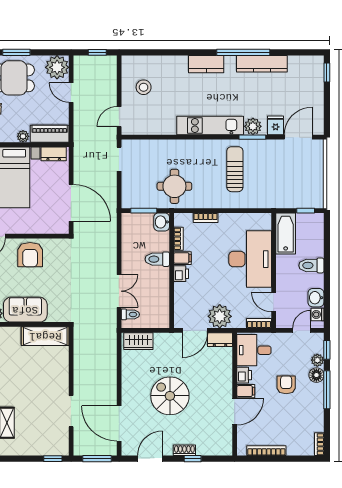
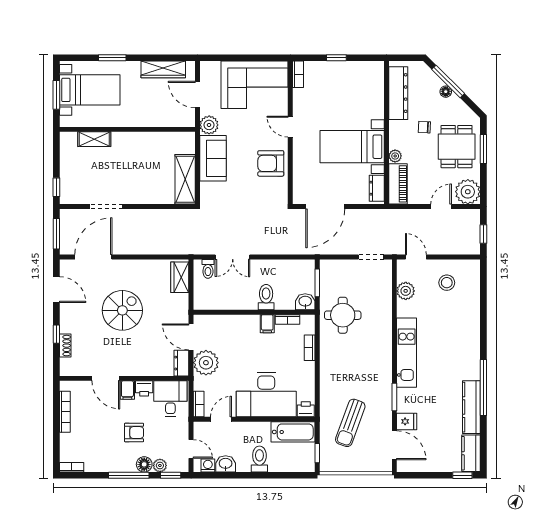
kitchen counter: (206, 64) -> (471, 453), moved
plant: (253, 126) -> (406, 291), moved
sun lounger: (235, 169) -> (350, 423), moved, turned 110
printer: (181, 274) -> (306, 409), moved, turned 180
shoe rack: (184, 450) -> (65, 346), moved

